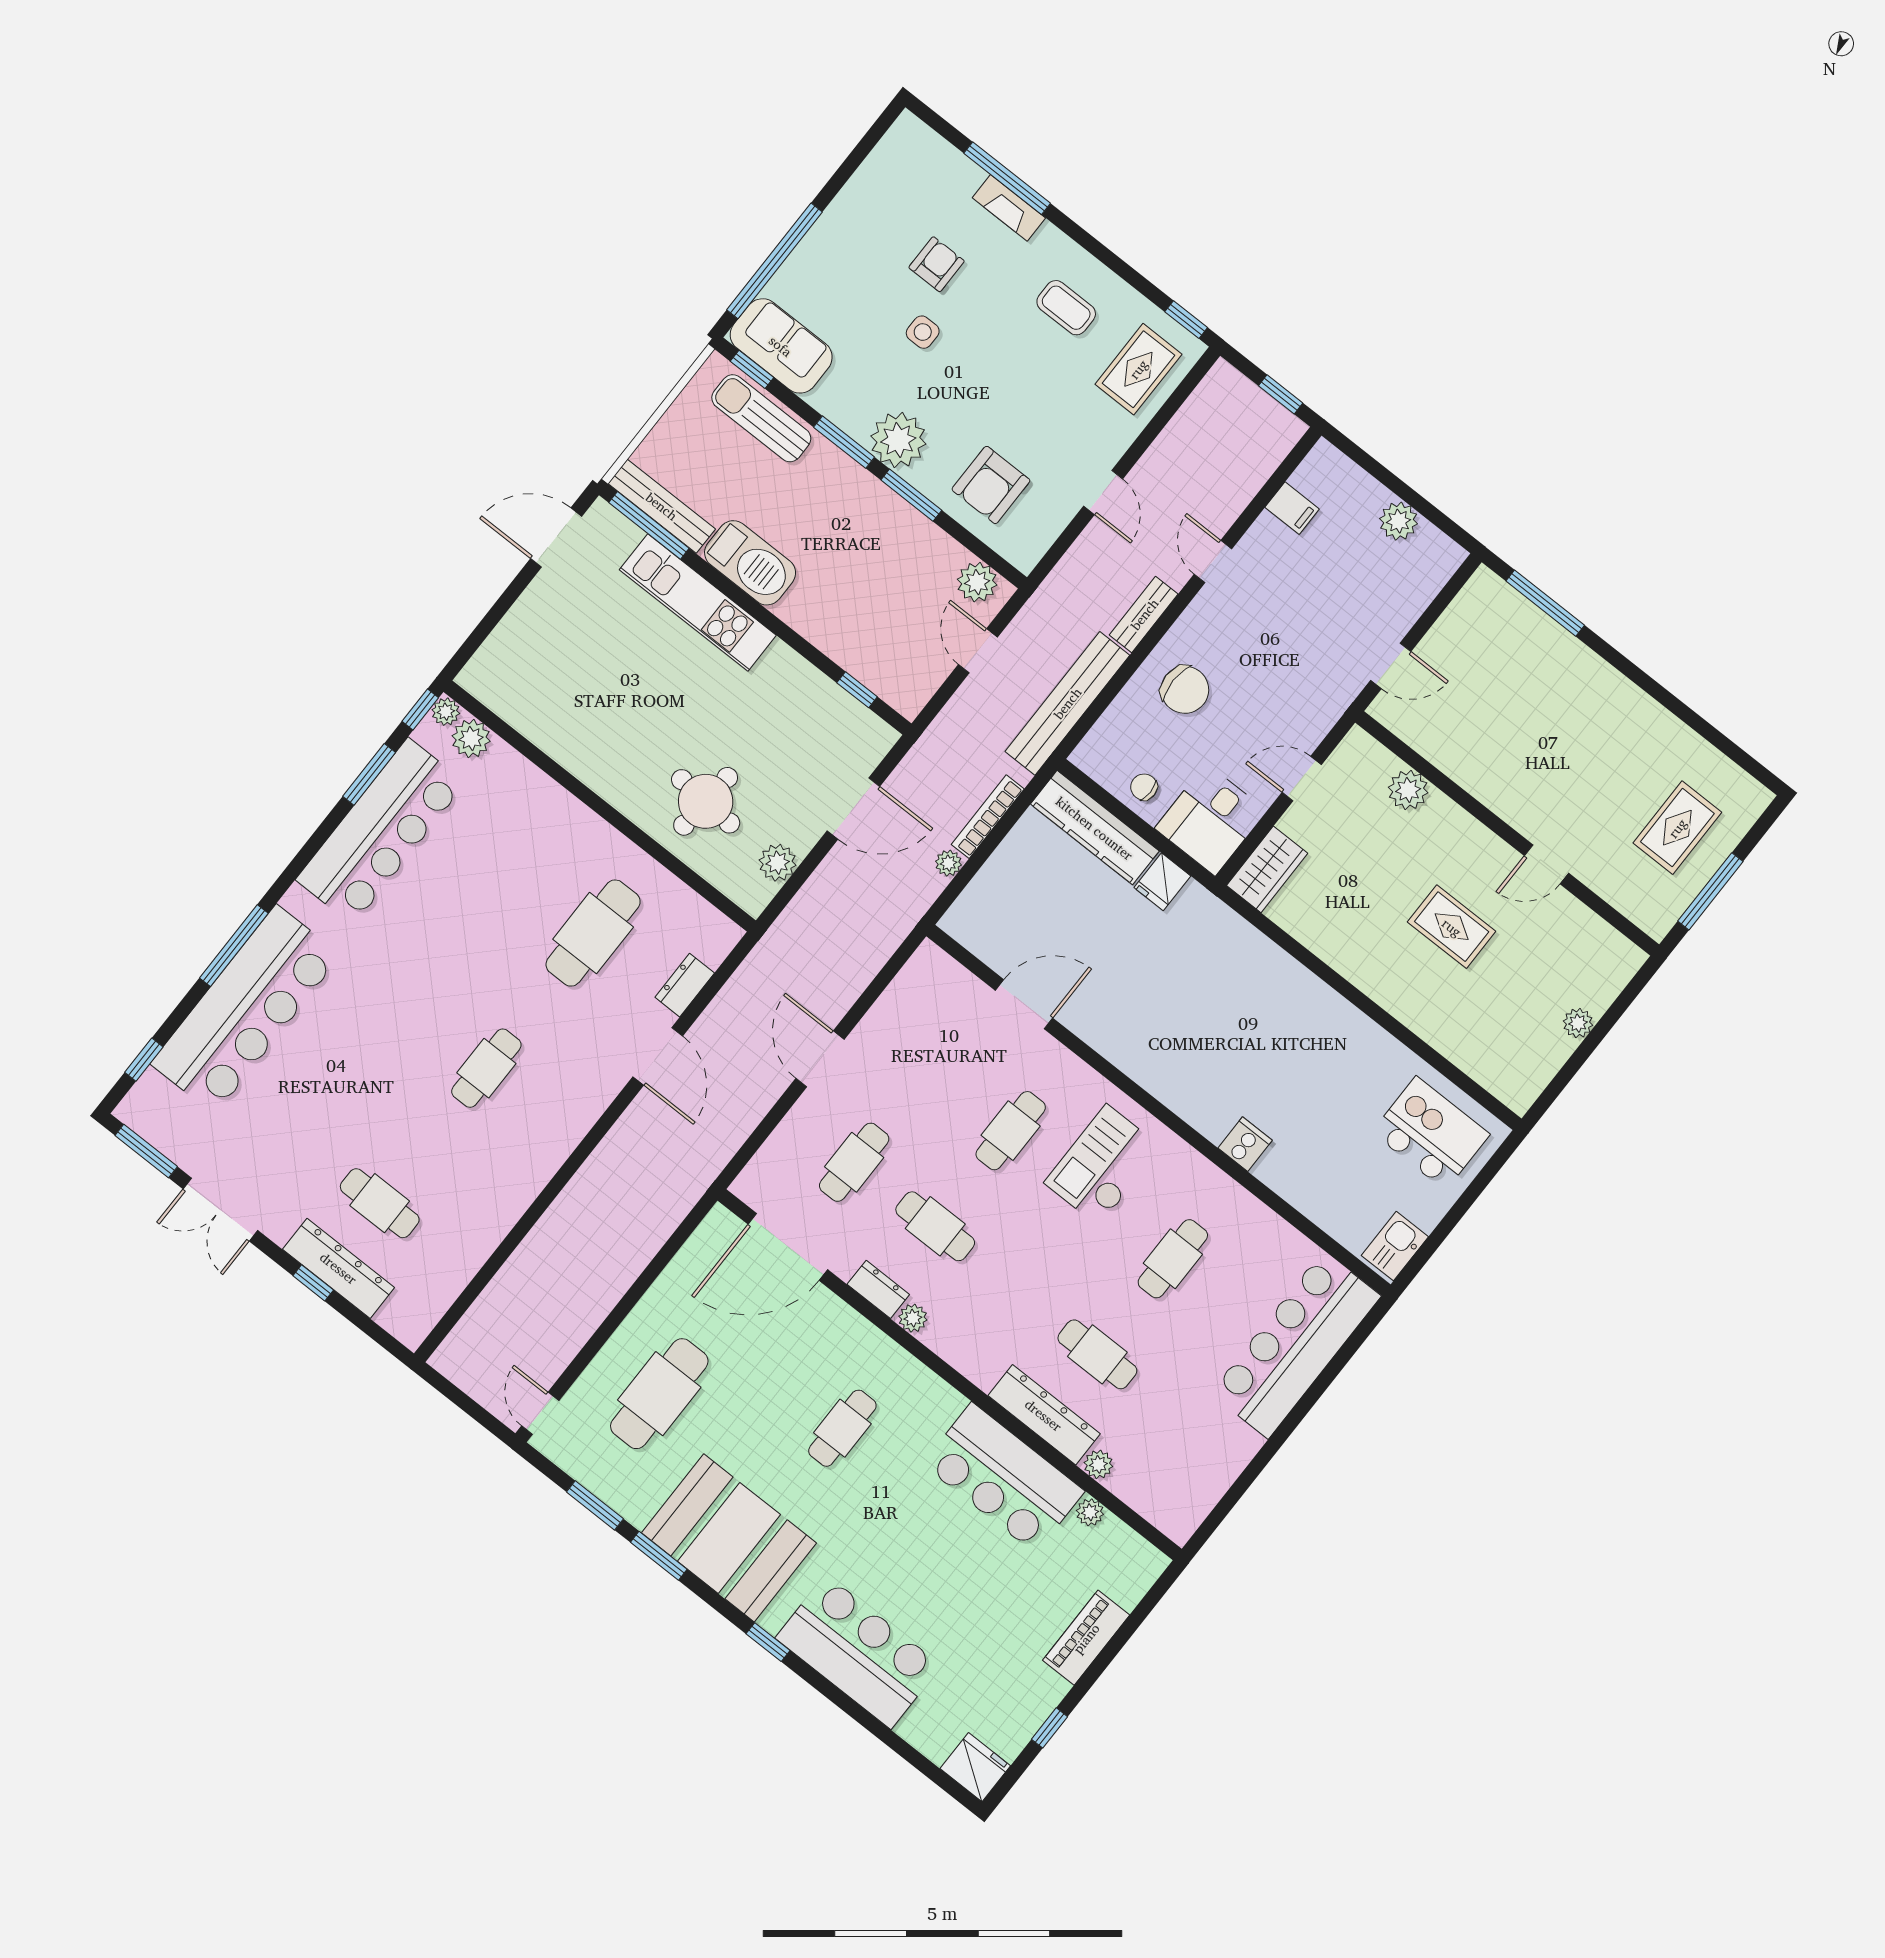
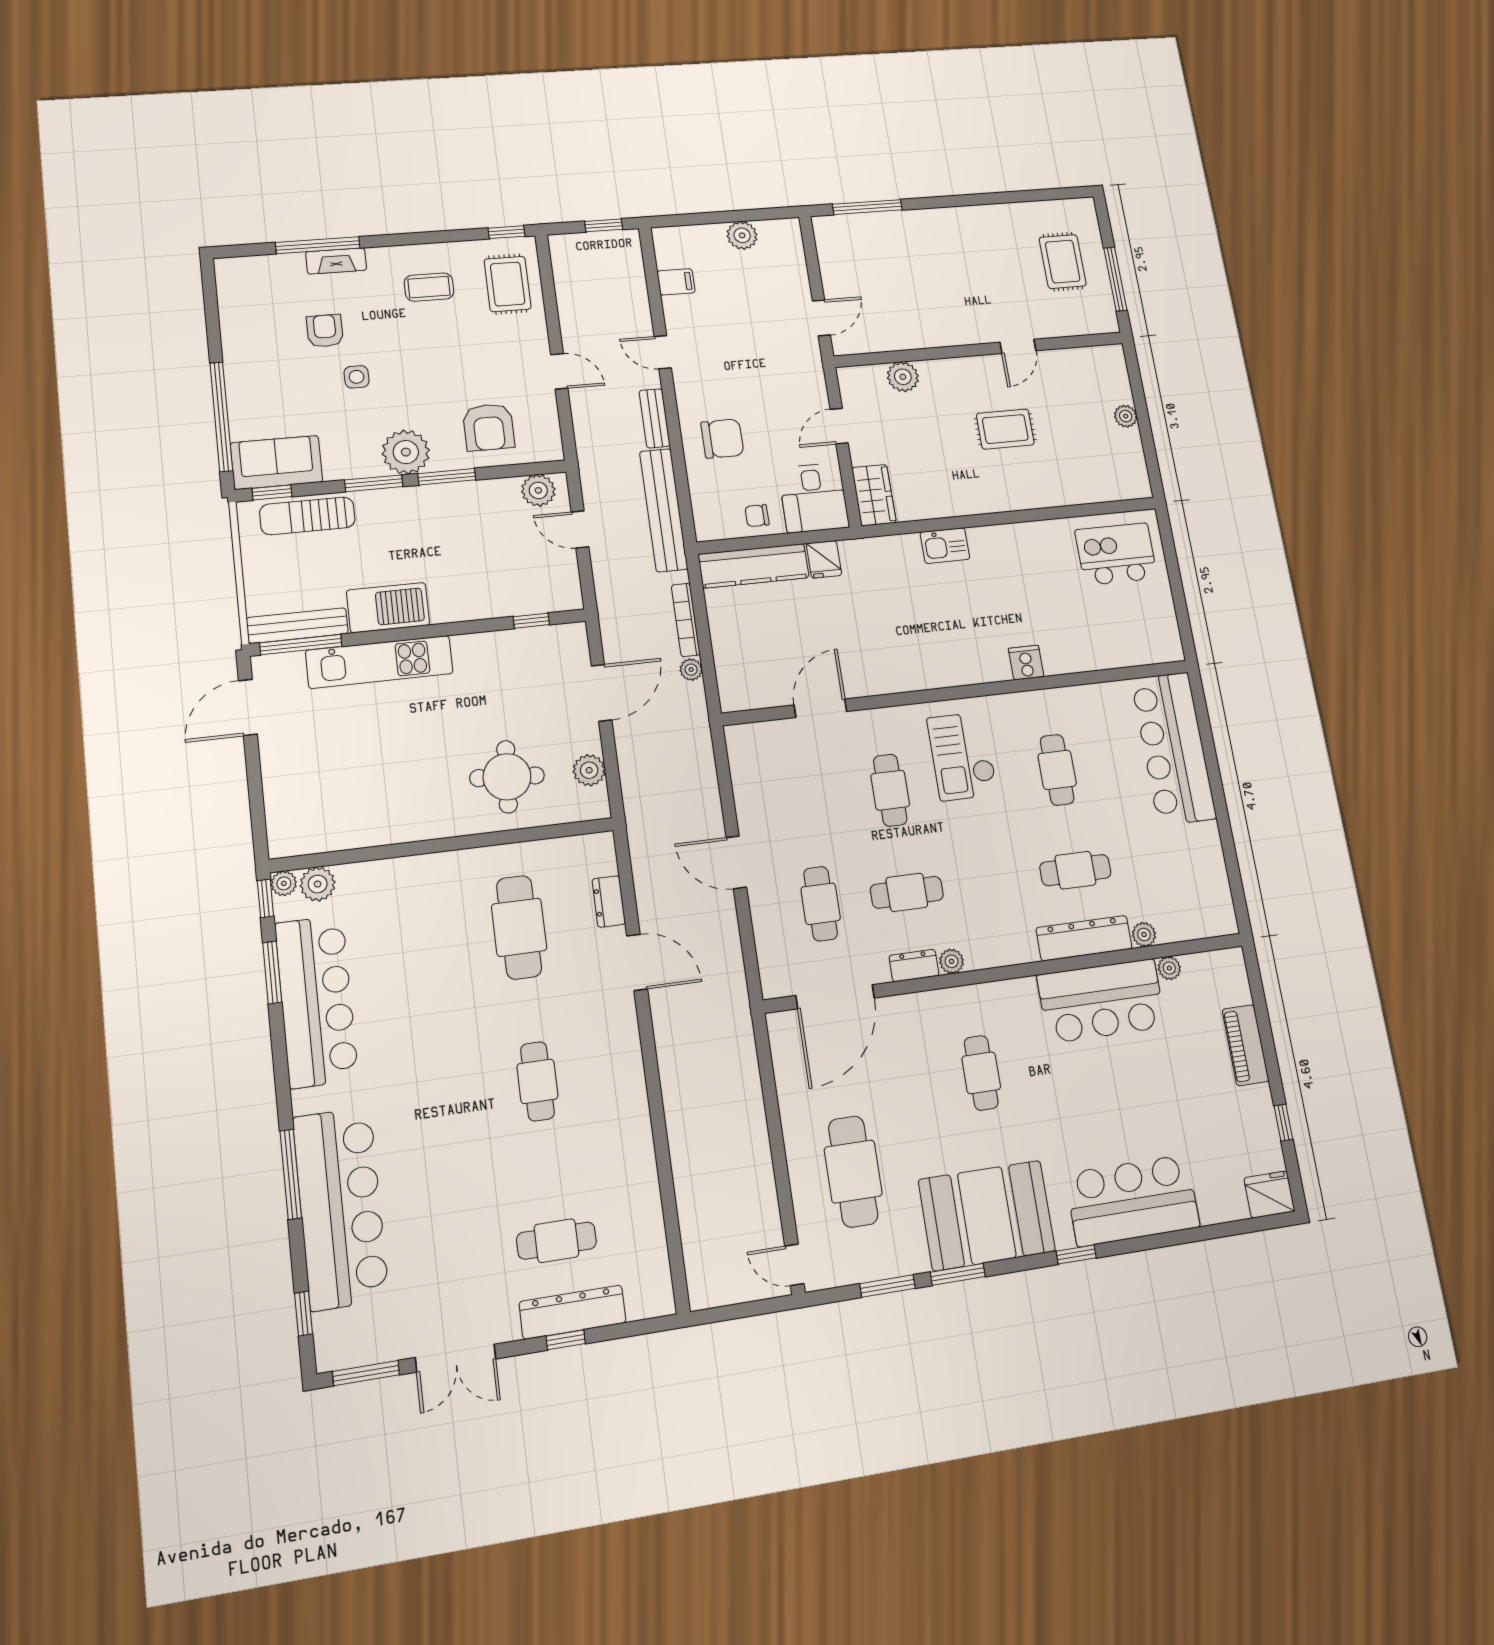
kitchen sink: (1395, 1246) -> (945, 546), moved, turned -90

